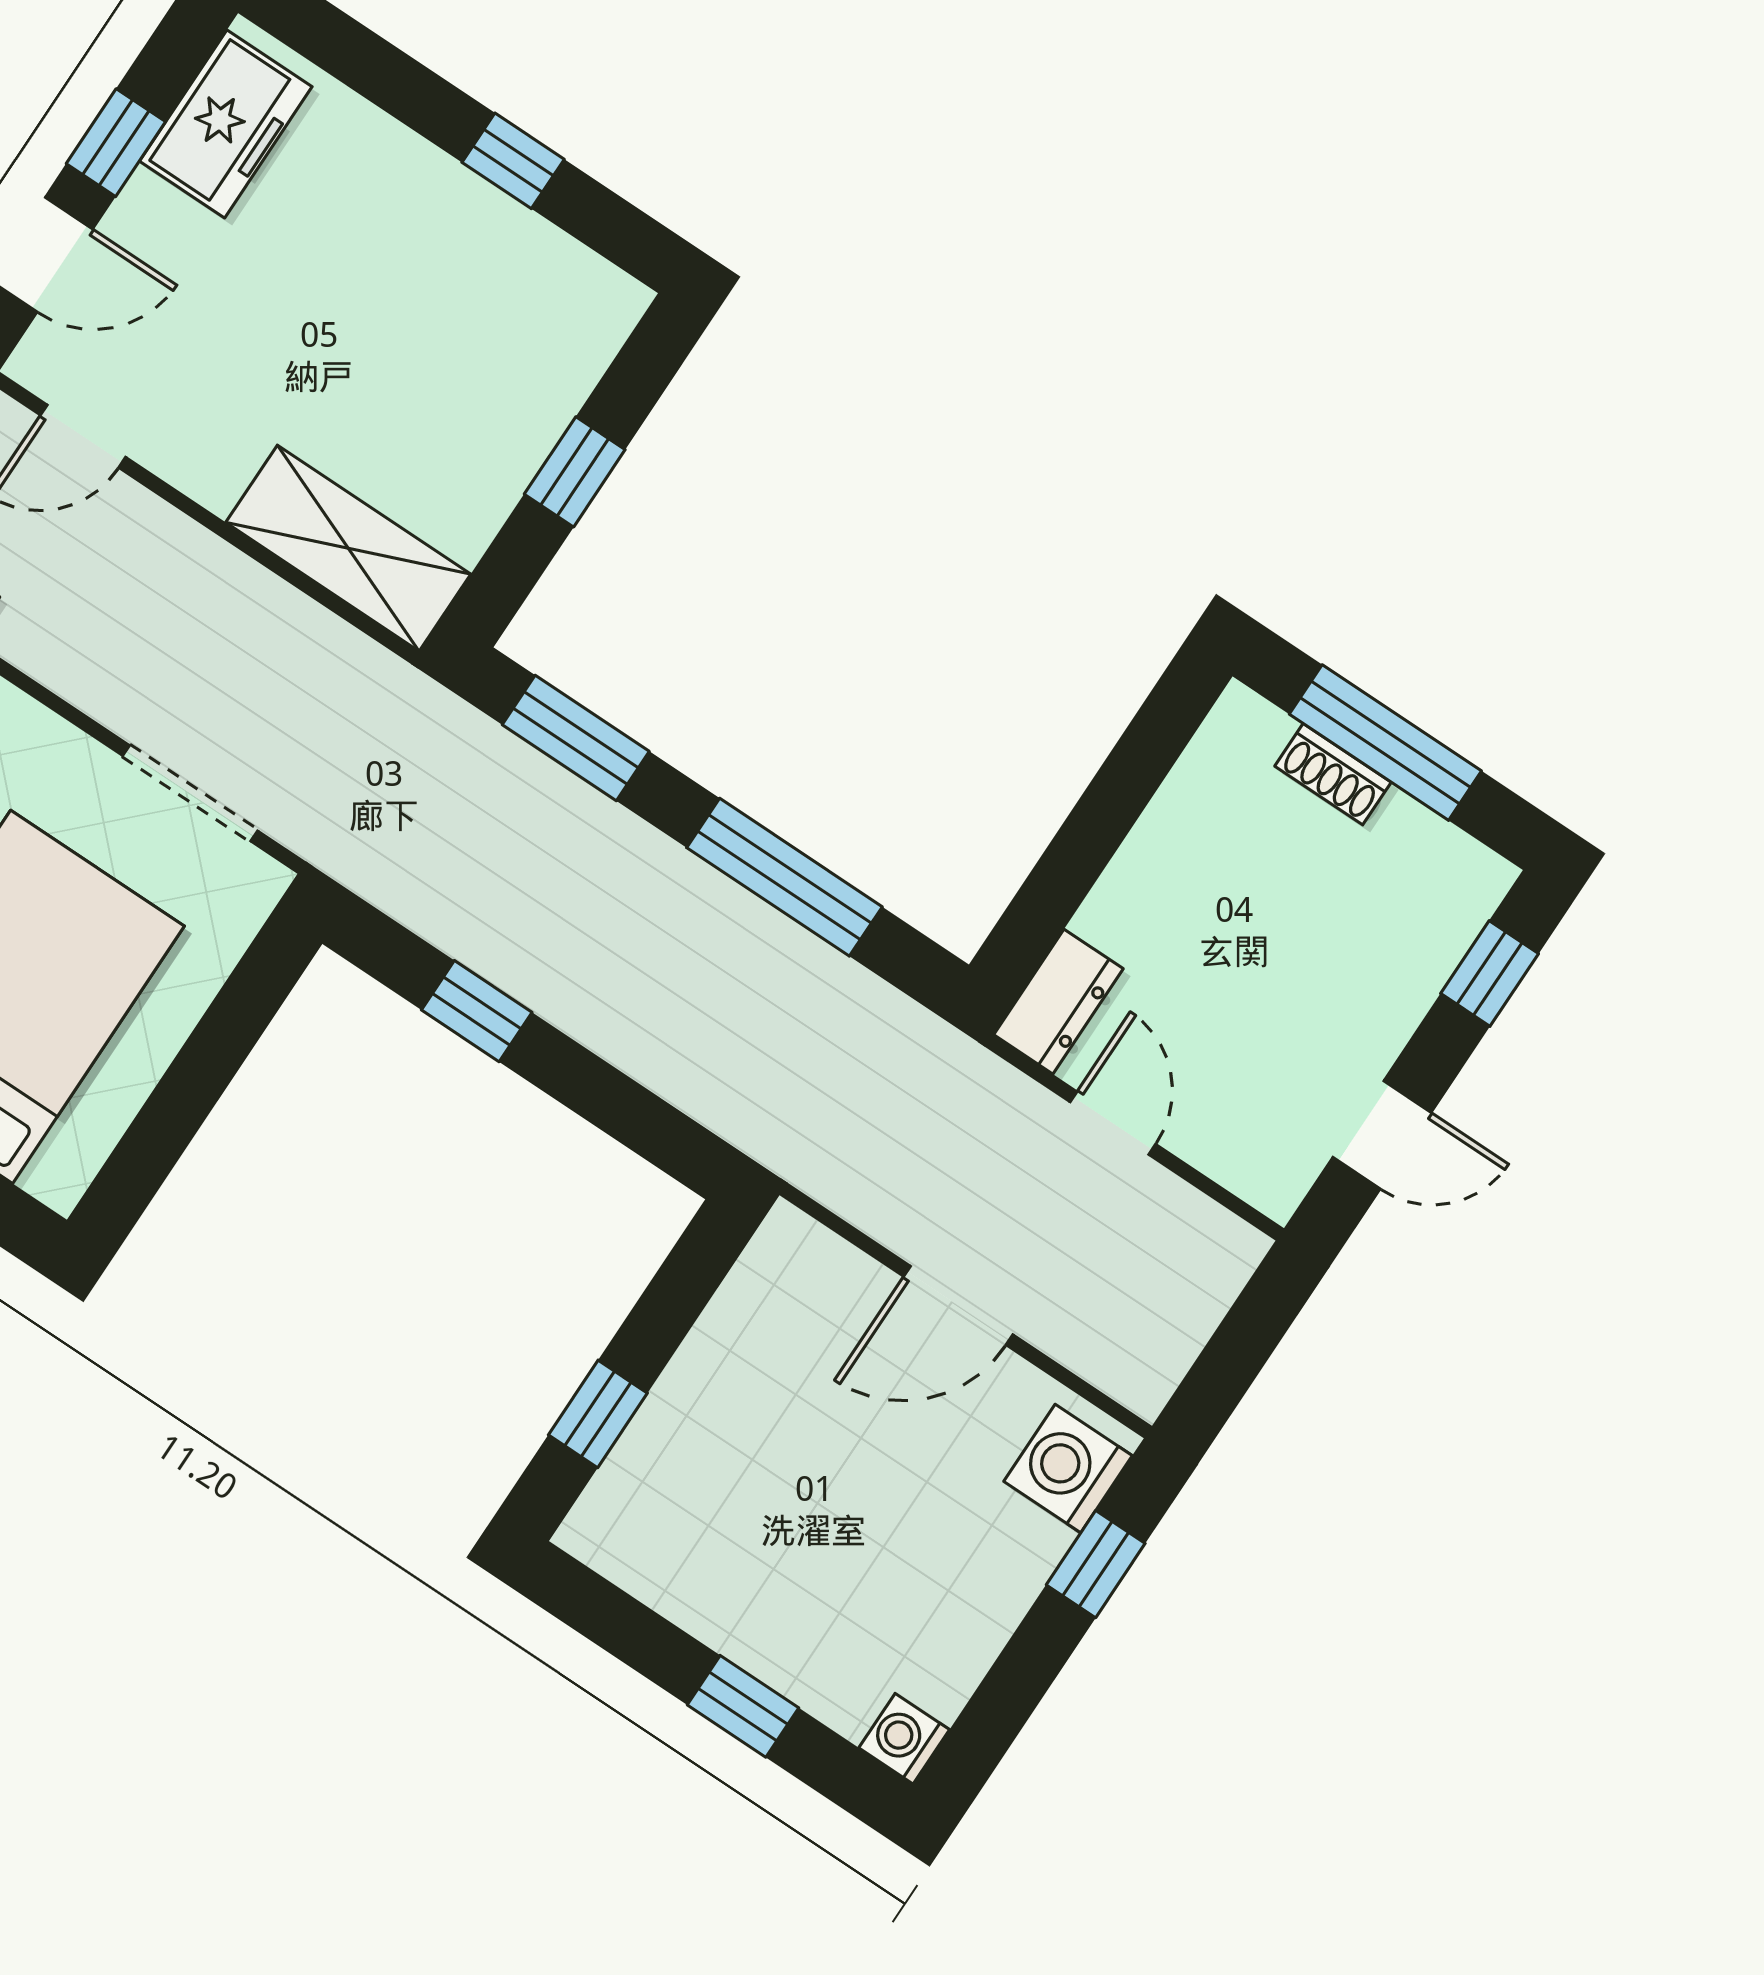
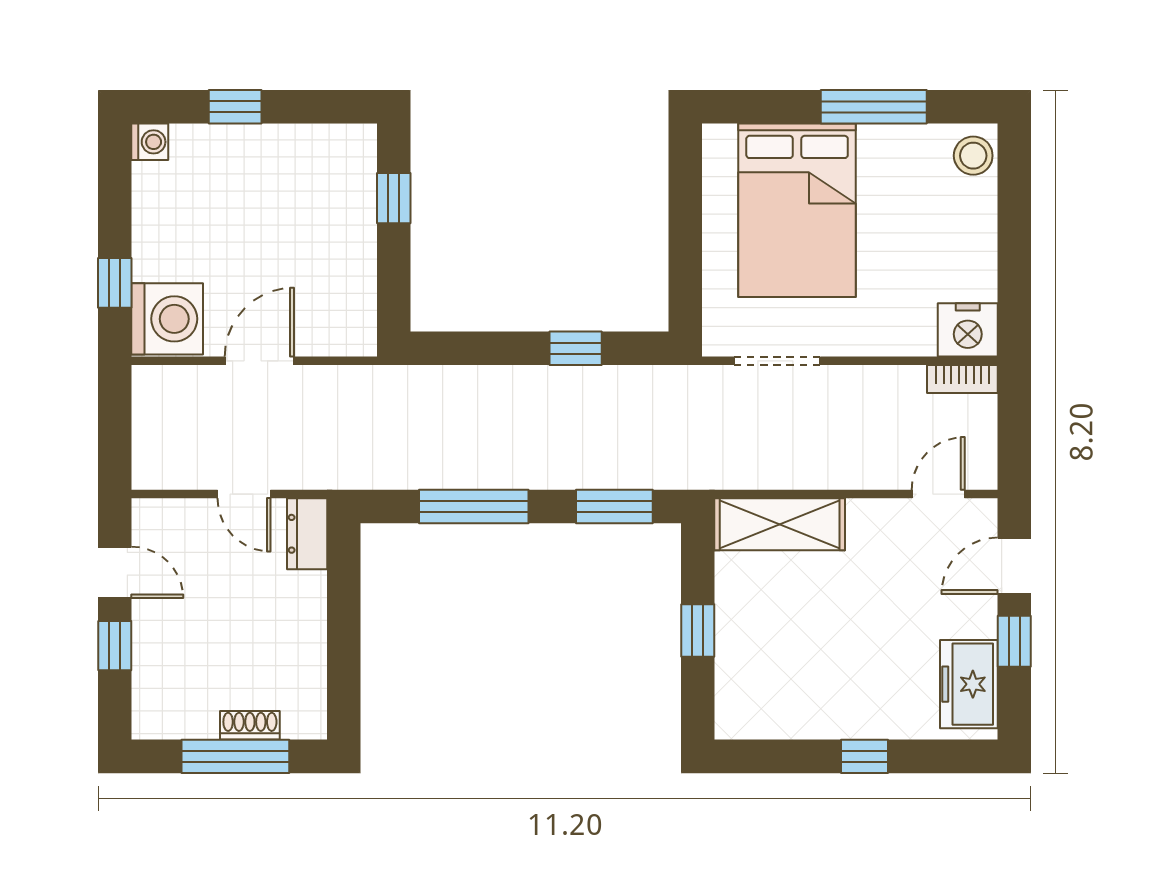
window: (513, 161) -> (865, 756), moved
window: (1490, 974) -> (115, 646), moved
door: (1382, 1135) -> (115, 572), swing flipped
washing machine: (1068, 1469) -> (167, 319), width x1.37, depth x1.37

